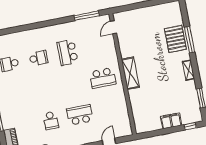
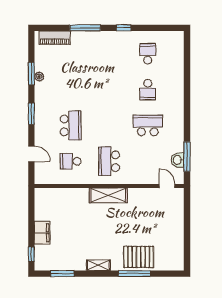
washbasin: (91, 23) -> (178, 160), added
school desk: (51, 121) -> (71, 161), moved

